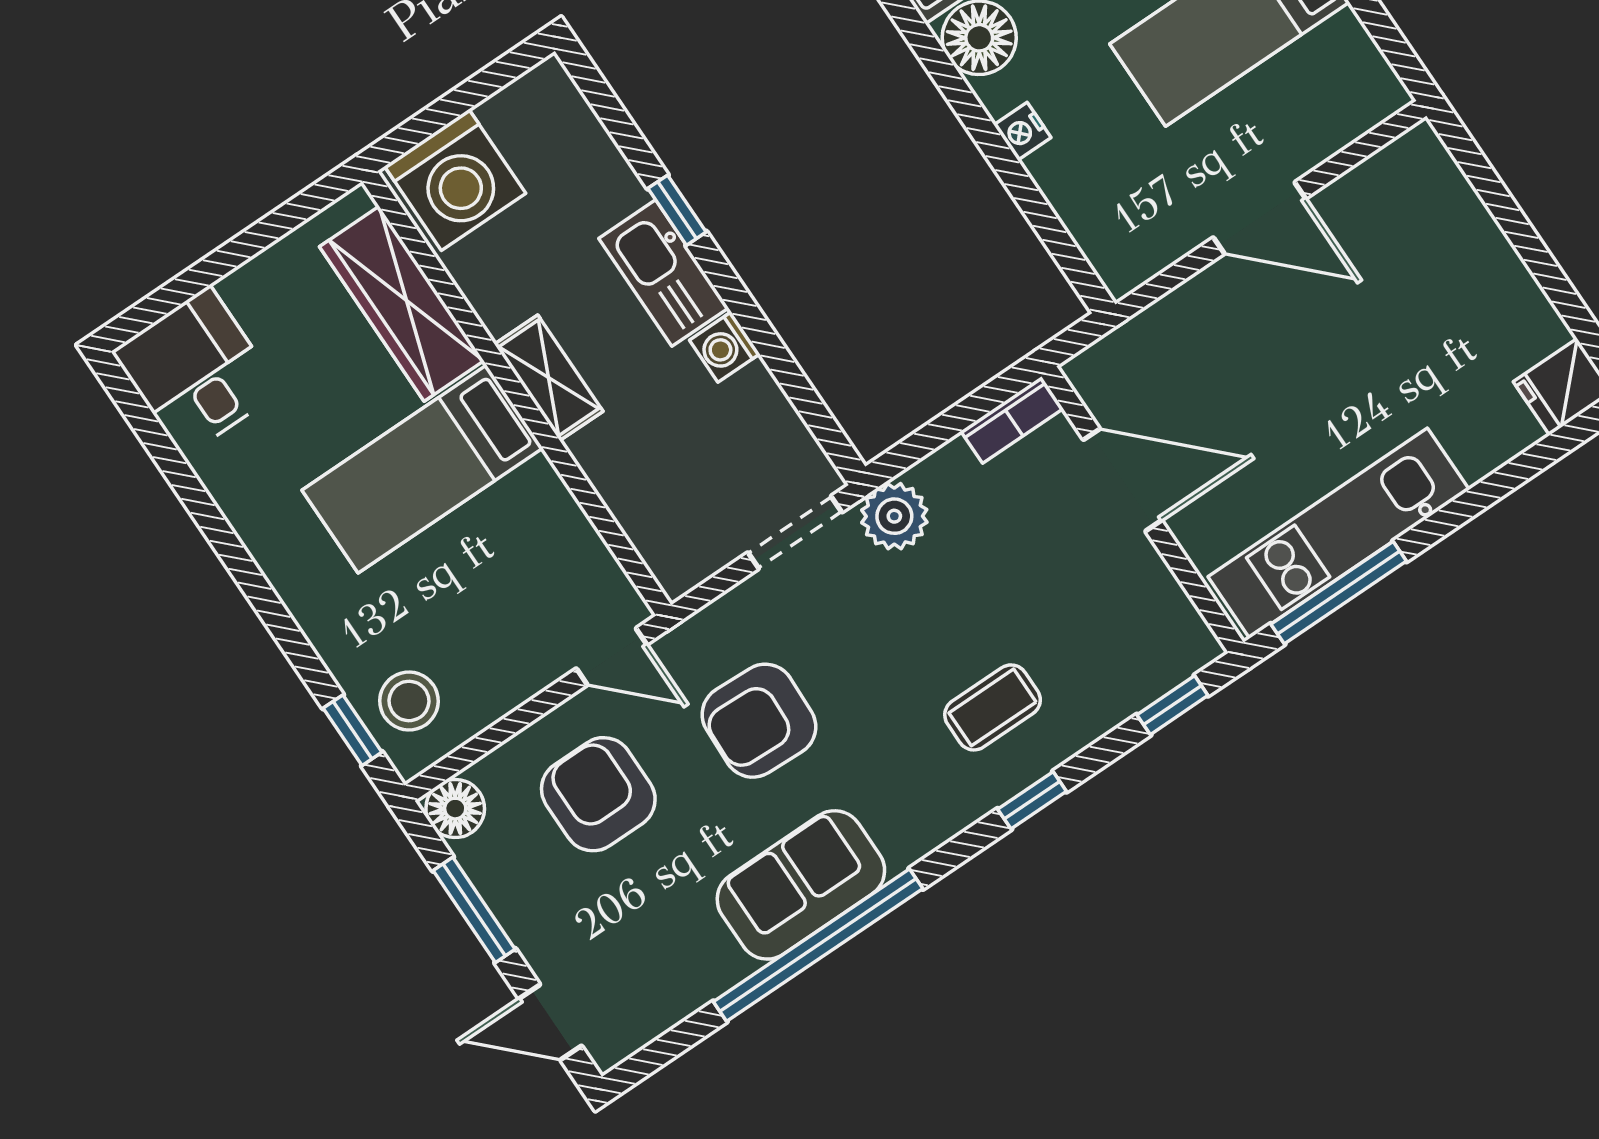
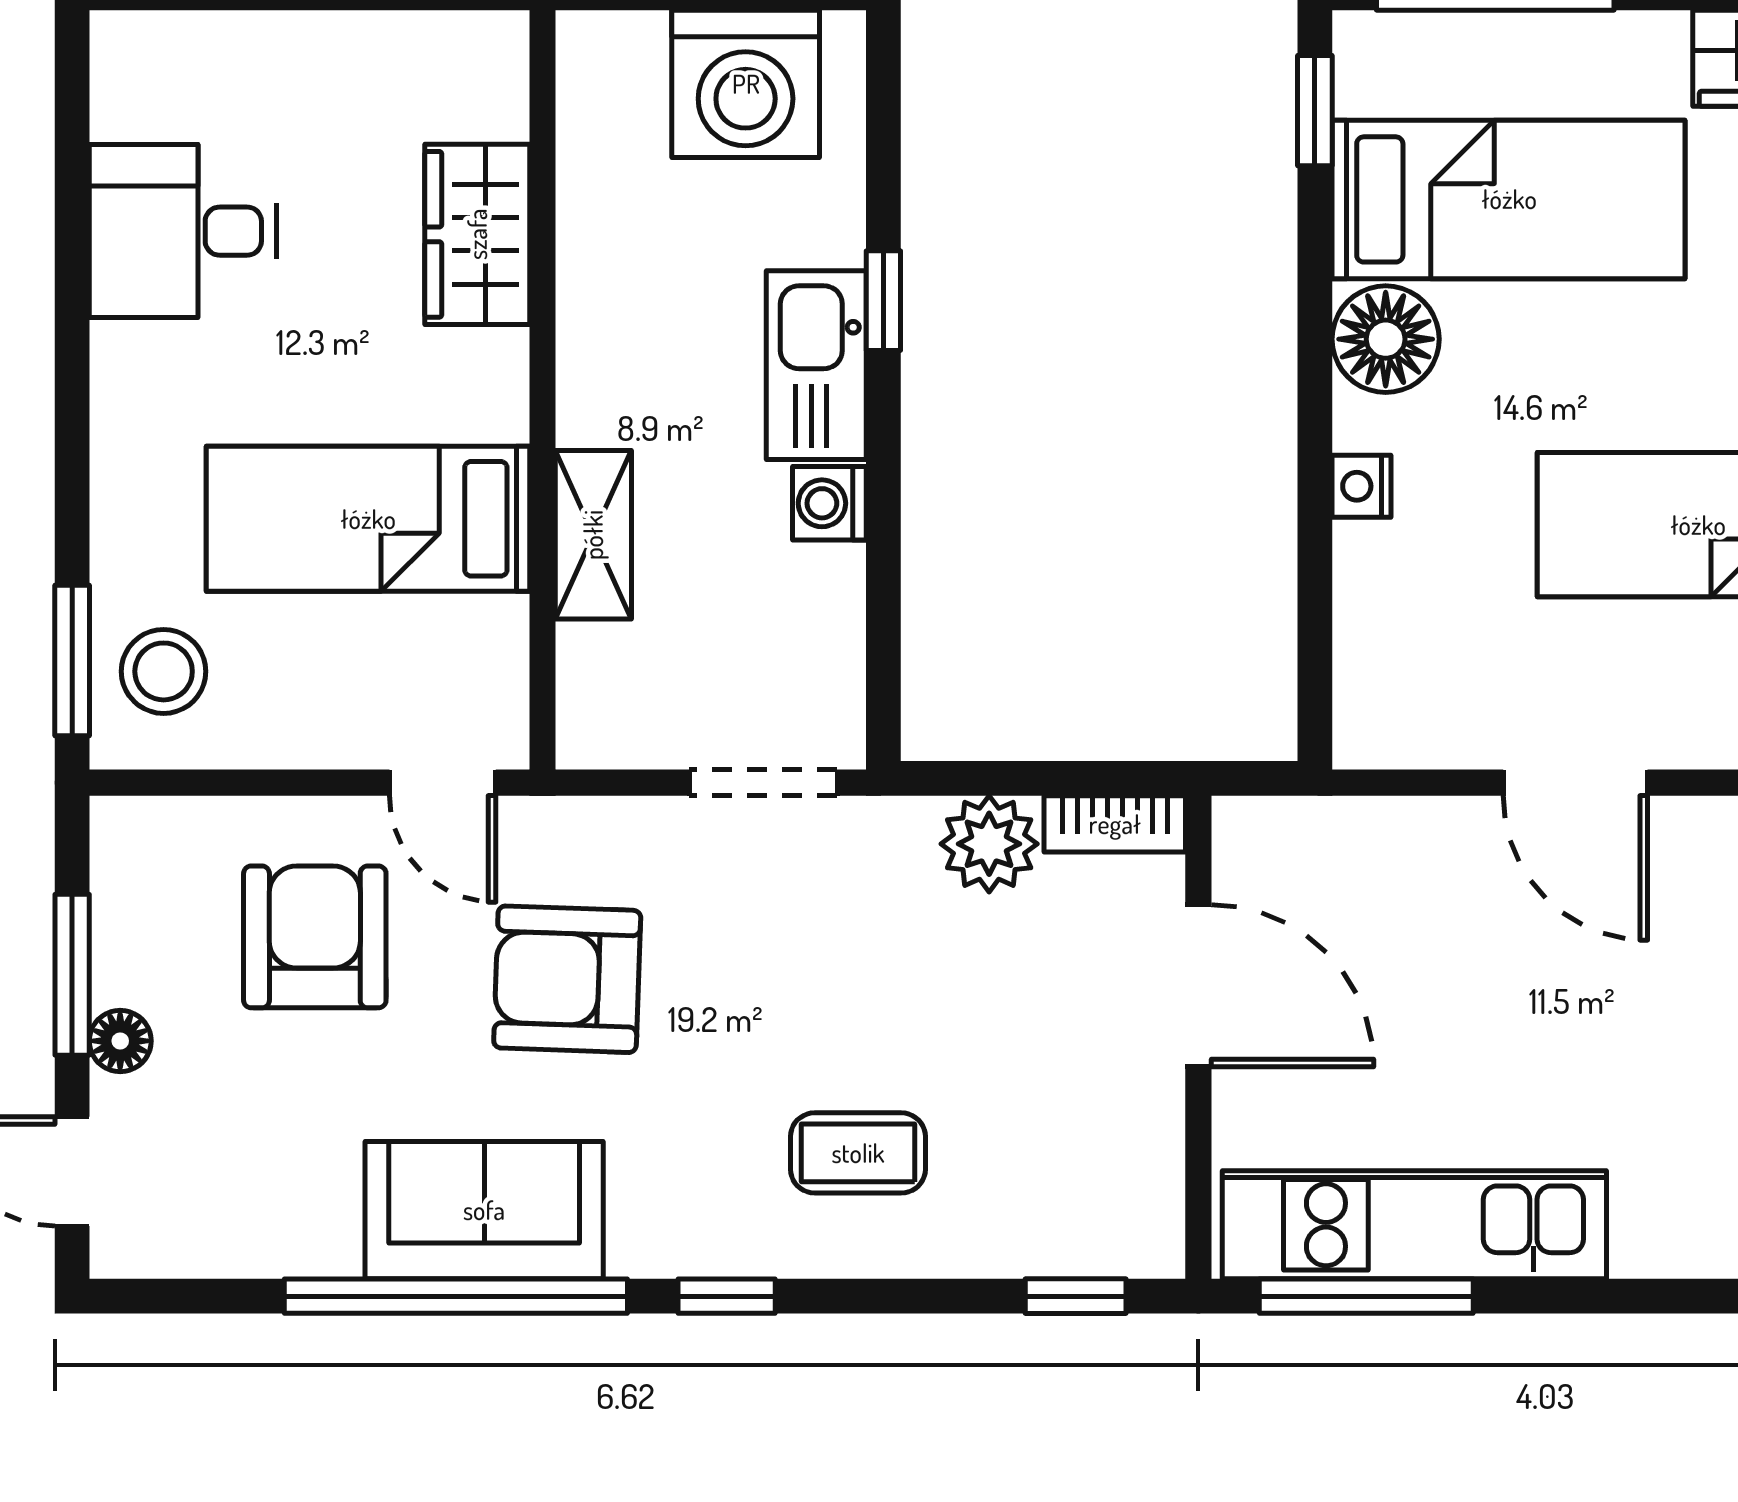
washing machine: (455, 180) -> (746, 84), moved
wardrobe: (402, 304) -> (477, 234), width x0.67
desk: (196, 371) -> (183, 231), moved, turned -90
shelving: (549, 378) -> (593, 535), moved
bed: (422, 469) -> (368, 519), moved
plant: (894, 516) -> (989, 844), moved
window: (353, 730) -> (72, 661), width x1.50
window: (1032, 800) -> (727, 1296), moved
floor lamp: (455, 809) -> (120, 1041), moved, width x0.73, depth x0.73

